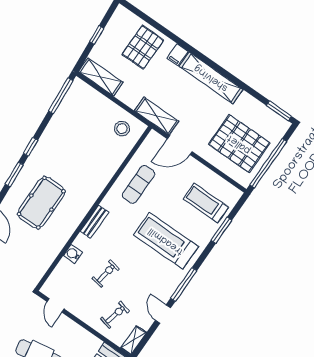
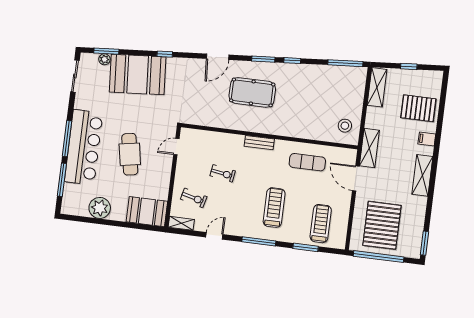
shelving: (211, 78) -> (422, 175), width x0.68
treadmill: (166, 241) -> (274, 208), width x0.73, depth x0.73
water cooler: (73, 254) -> (225, 139), removed
window: (184, 284) -> (259, 241), moved

